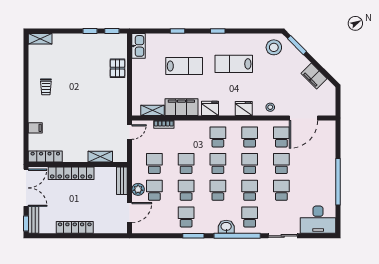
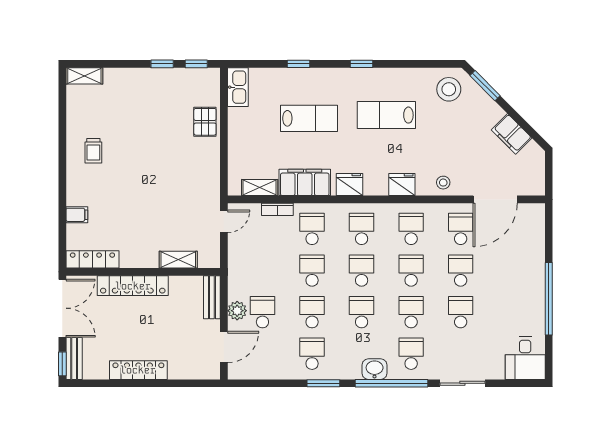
school desk: (154, 164) -> (312, 229), moved
desk: (318, 220) -> (525, 358), width x0.73

